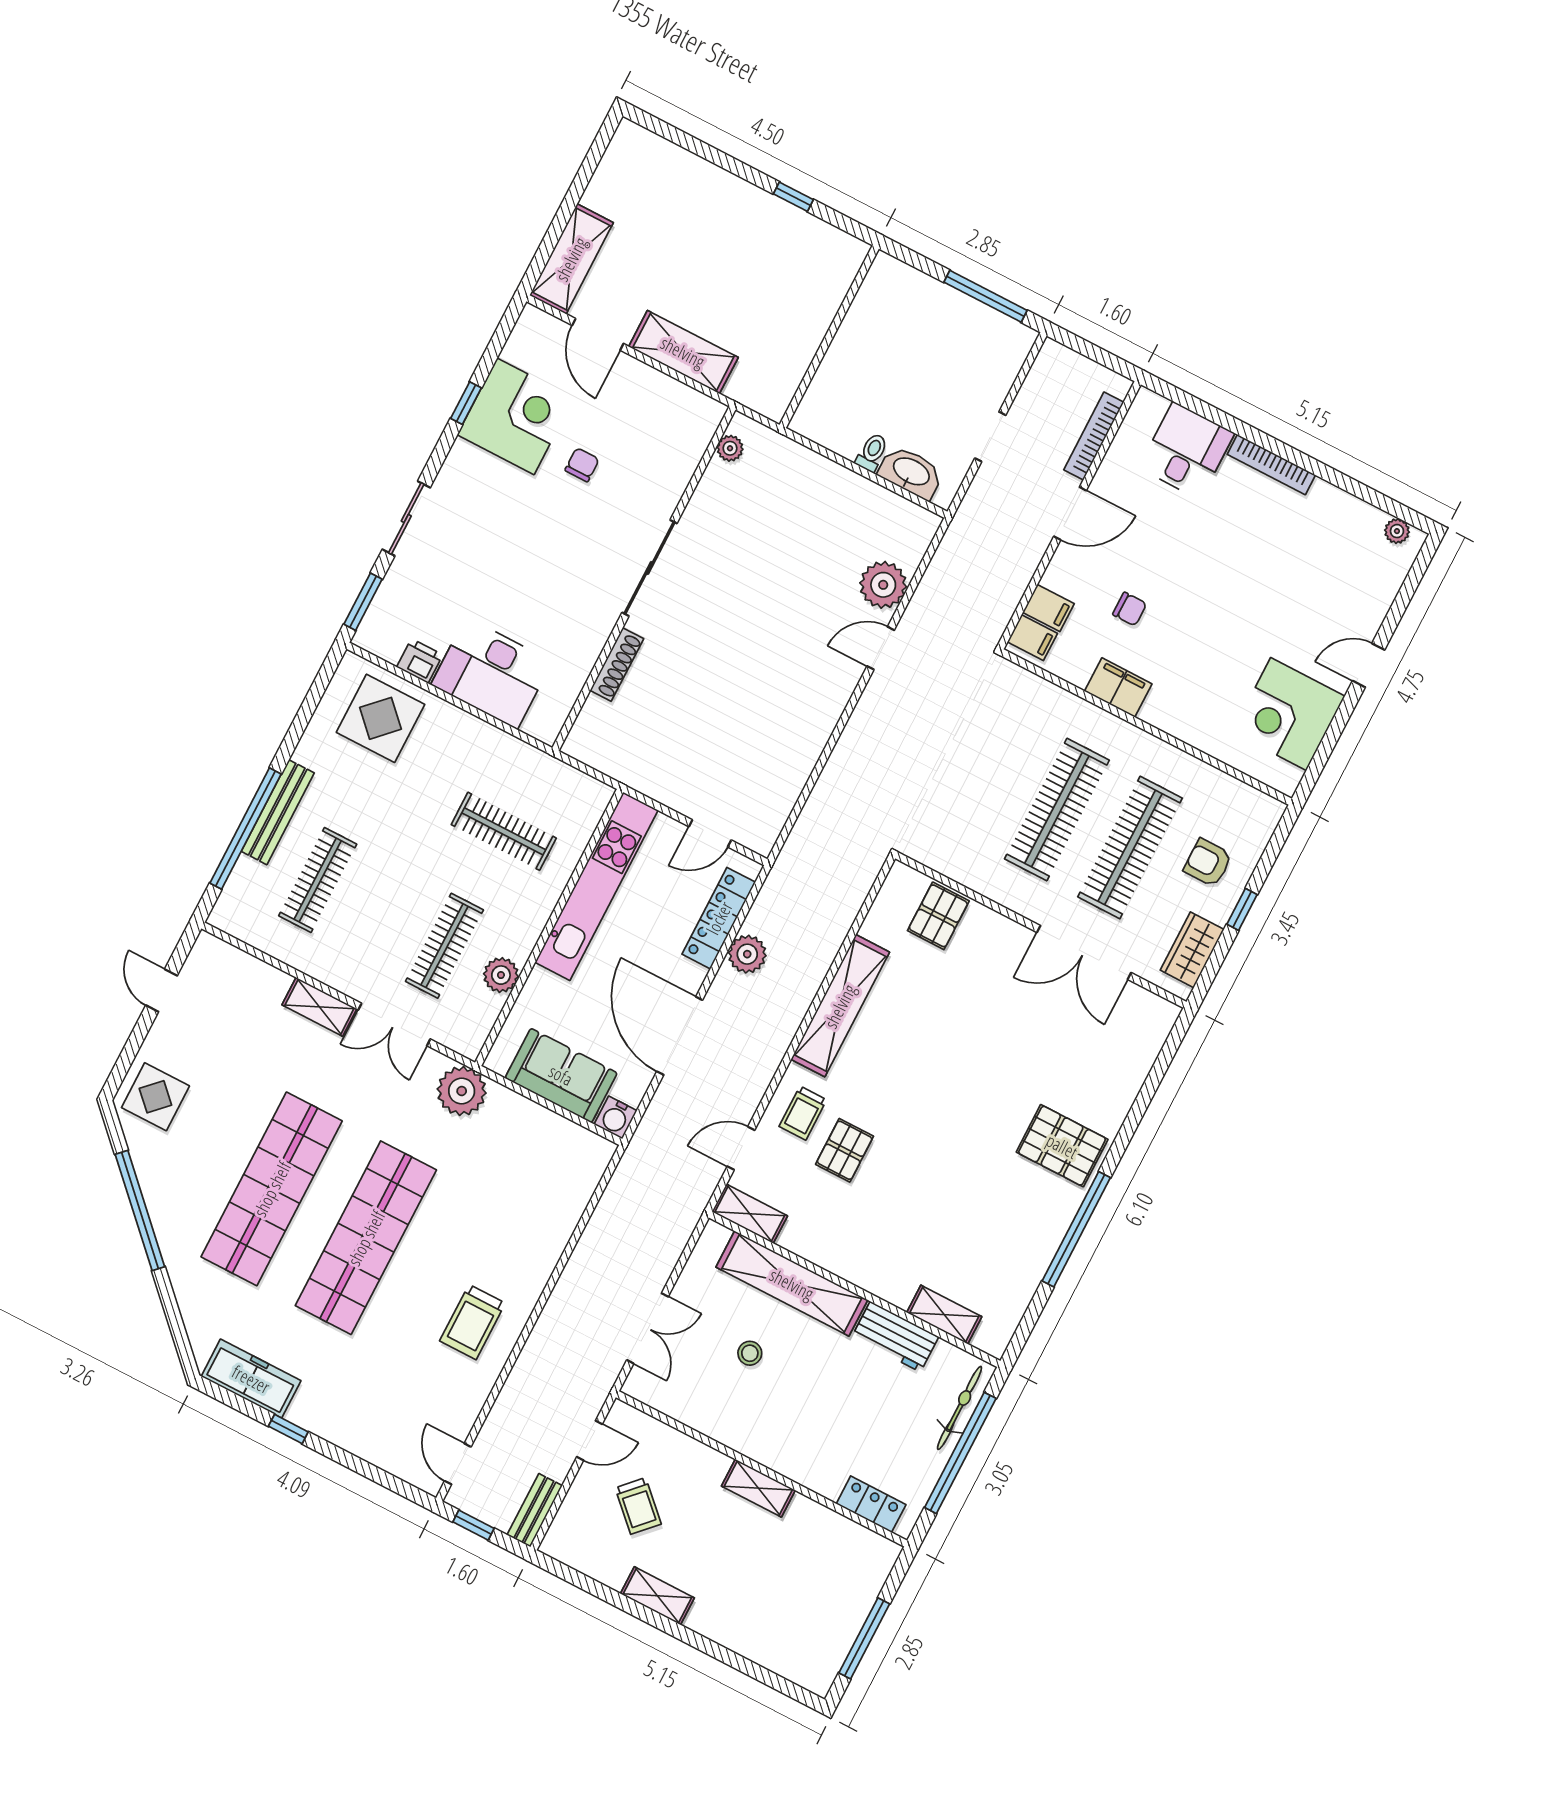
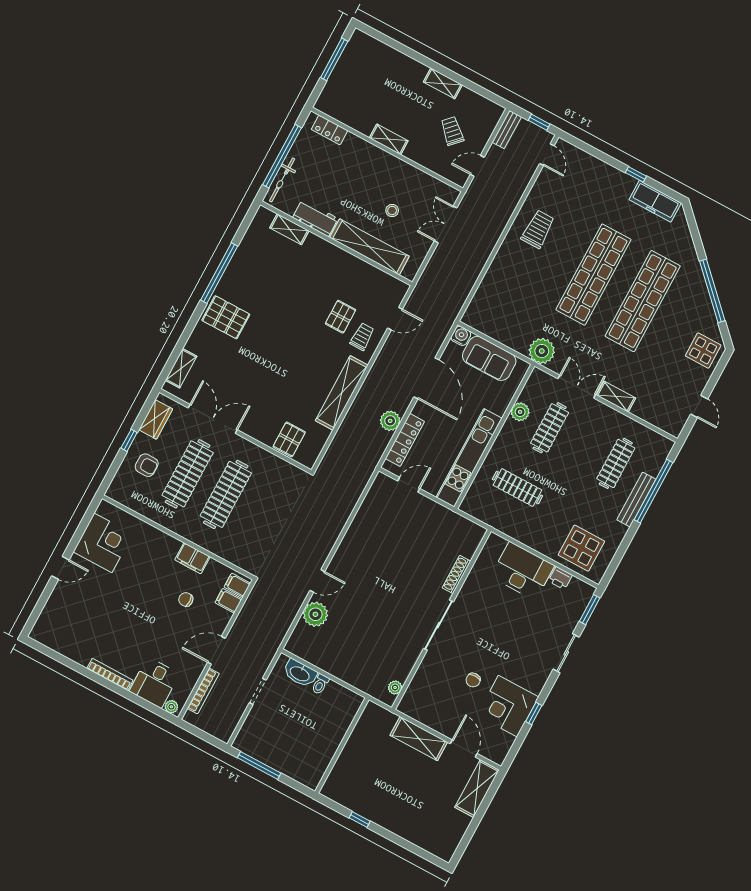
plant: (1397, 531) -> (171, 707), moved
shelving: (750, 1214) -> (181, 368), moved, turned 90

